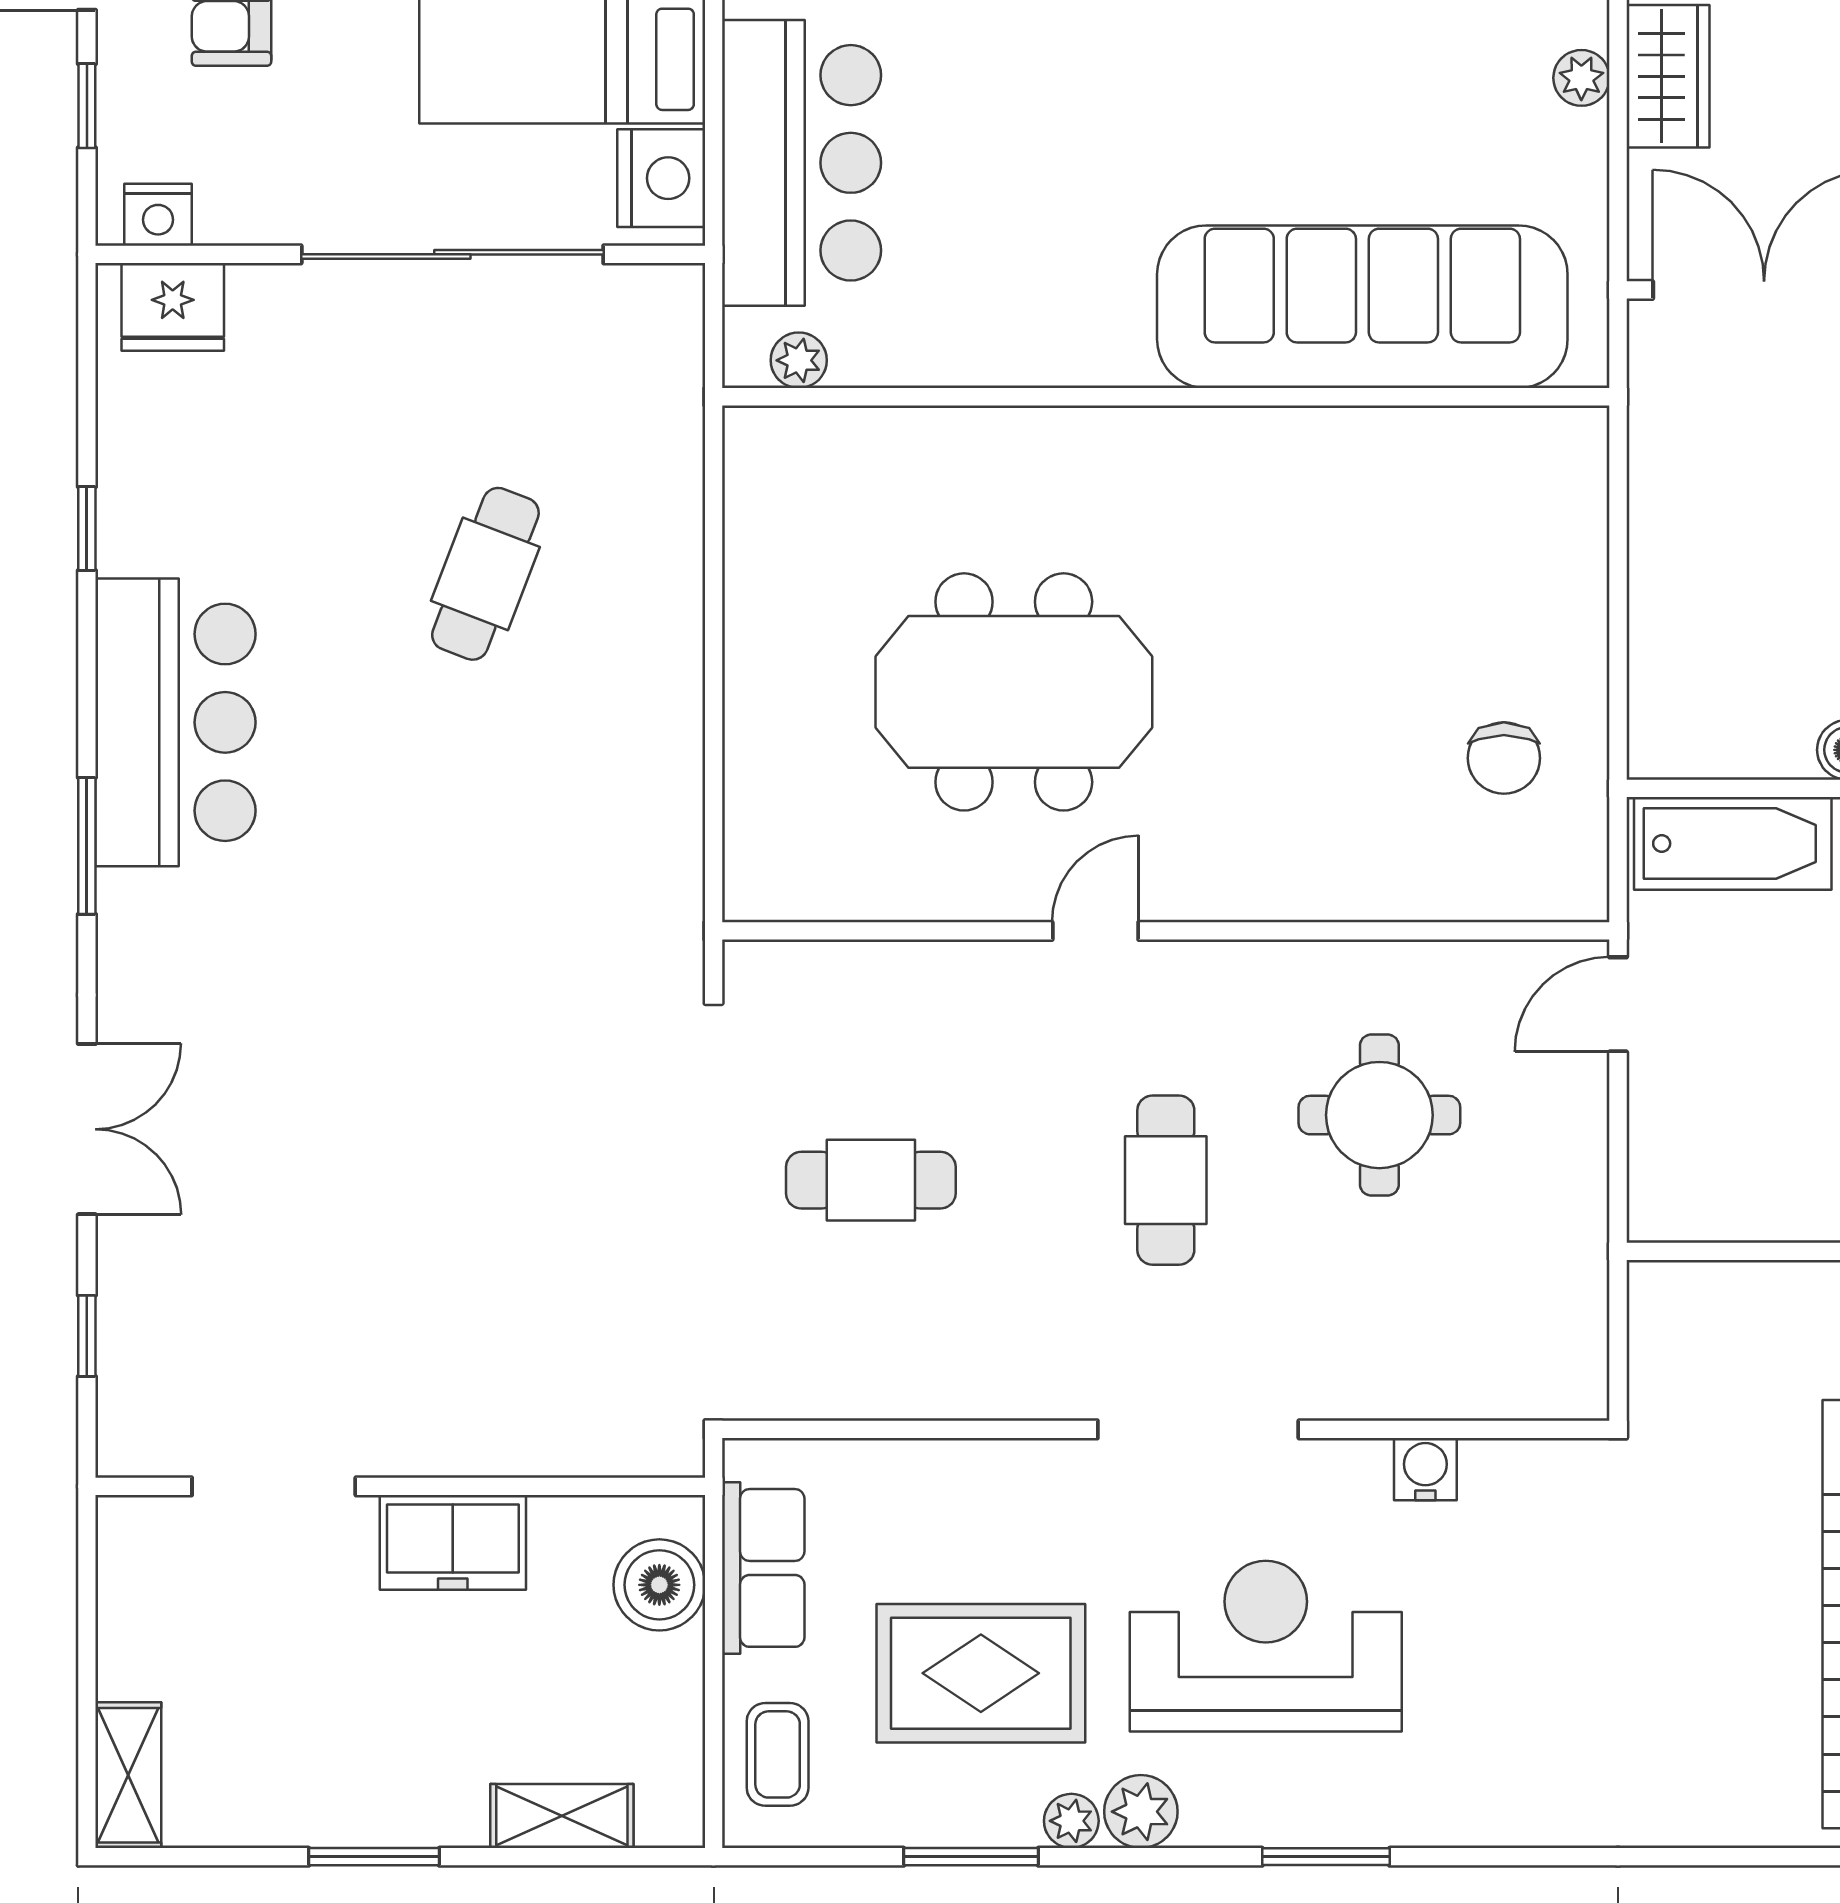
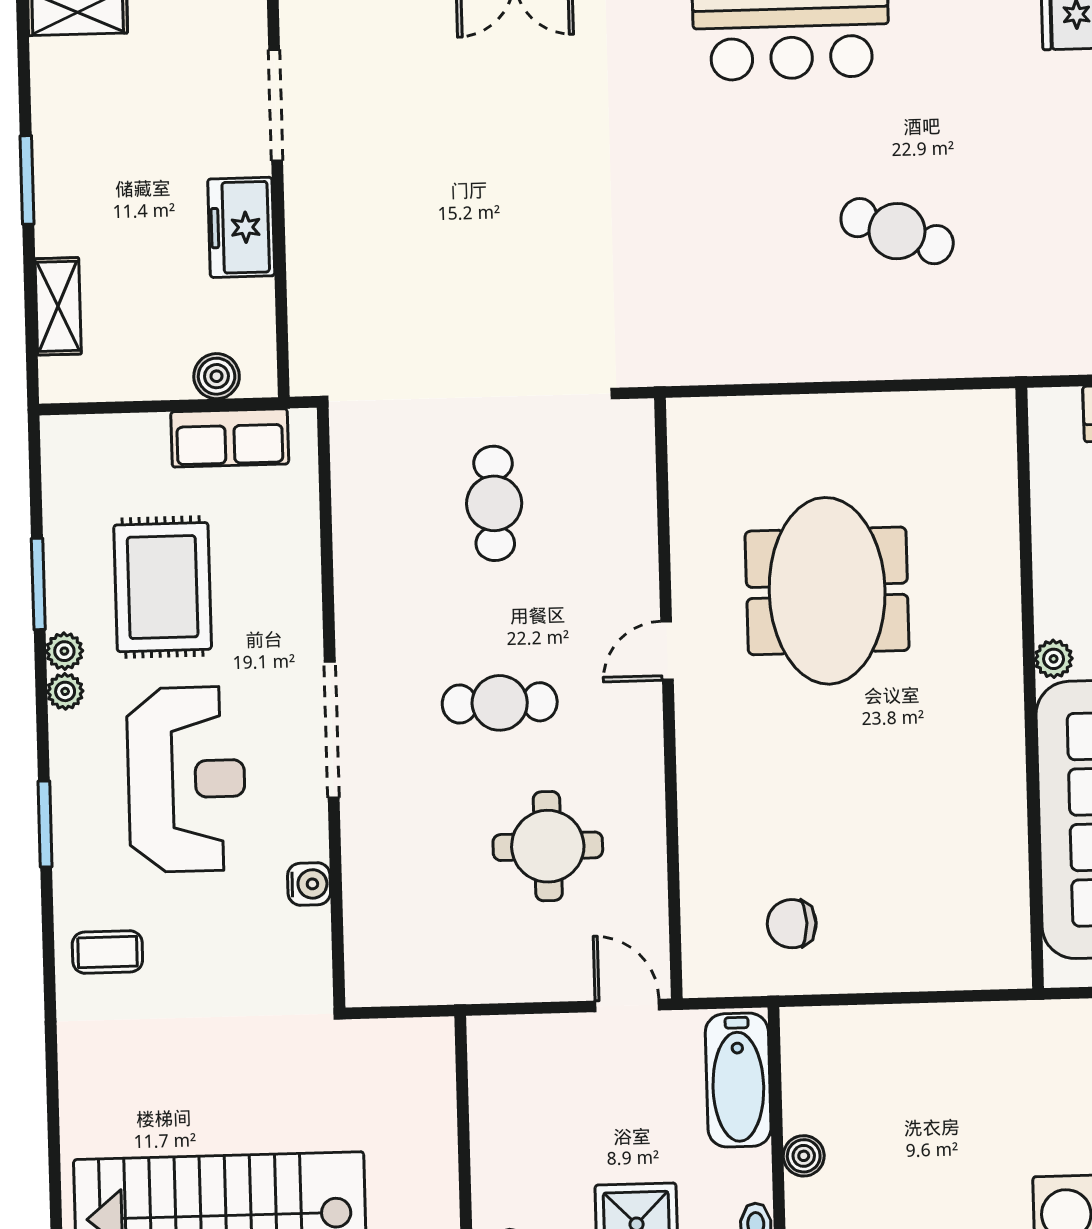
plant: (799, 360) -> (1054, 659), moved
door: (1095, 931) -> (667, 651), swing flipped
boiler: (659, 1585) -> (217, 376), width x0.73, depth x0.73
coffee table: (778, 1754) -> (107, 952), moved
plant: (1141, 1812) -> (65, 691), width x0.73, depth x0.73

